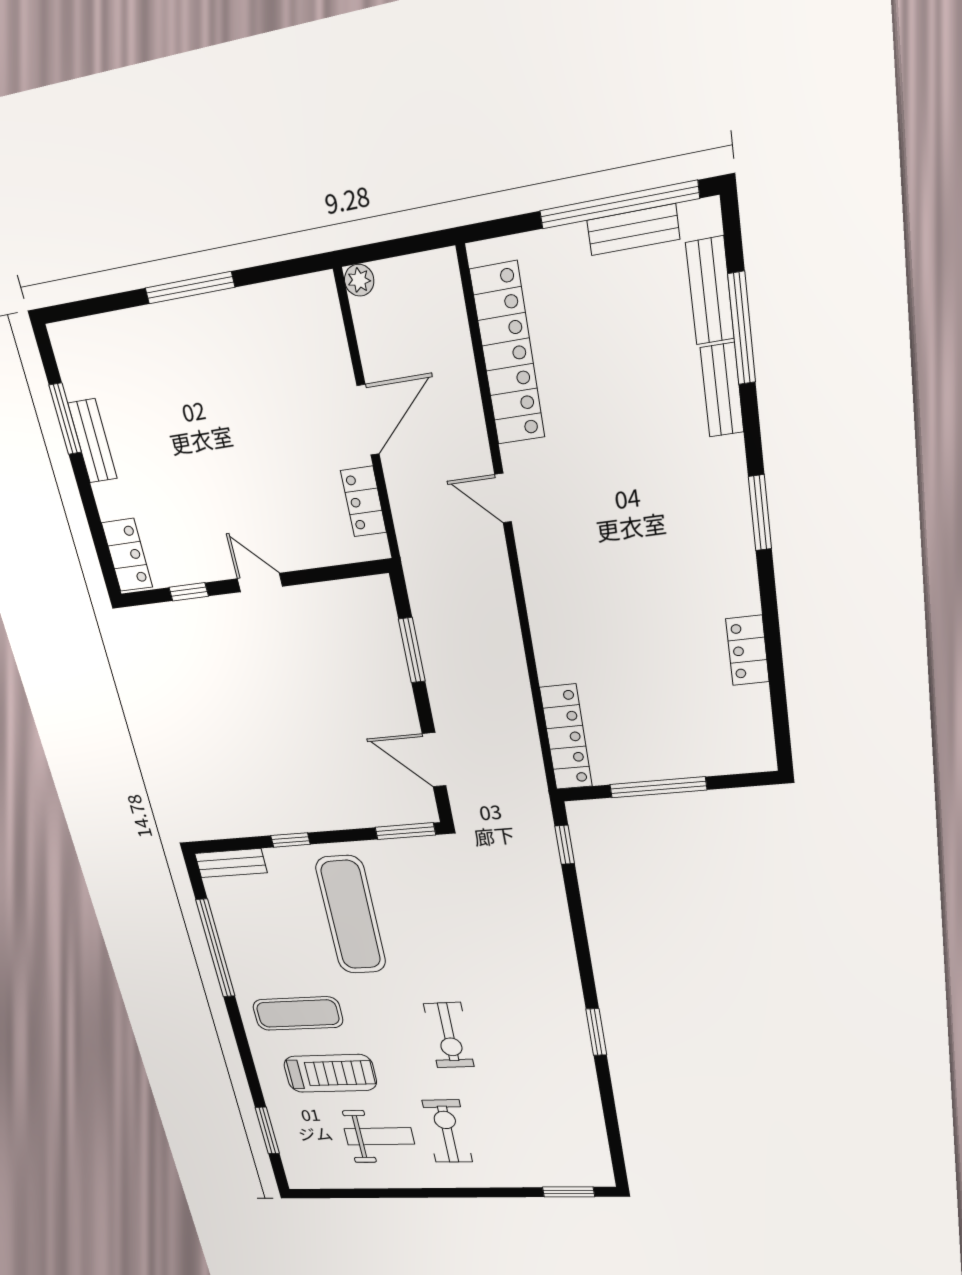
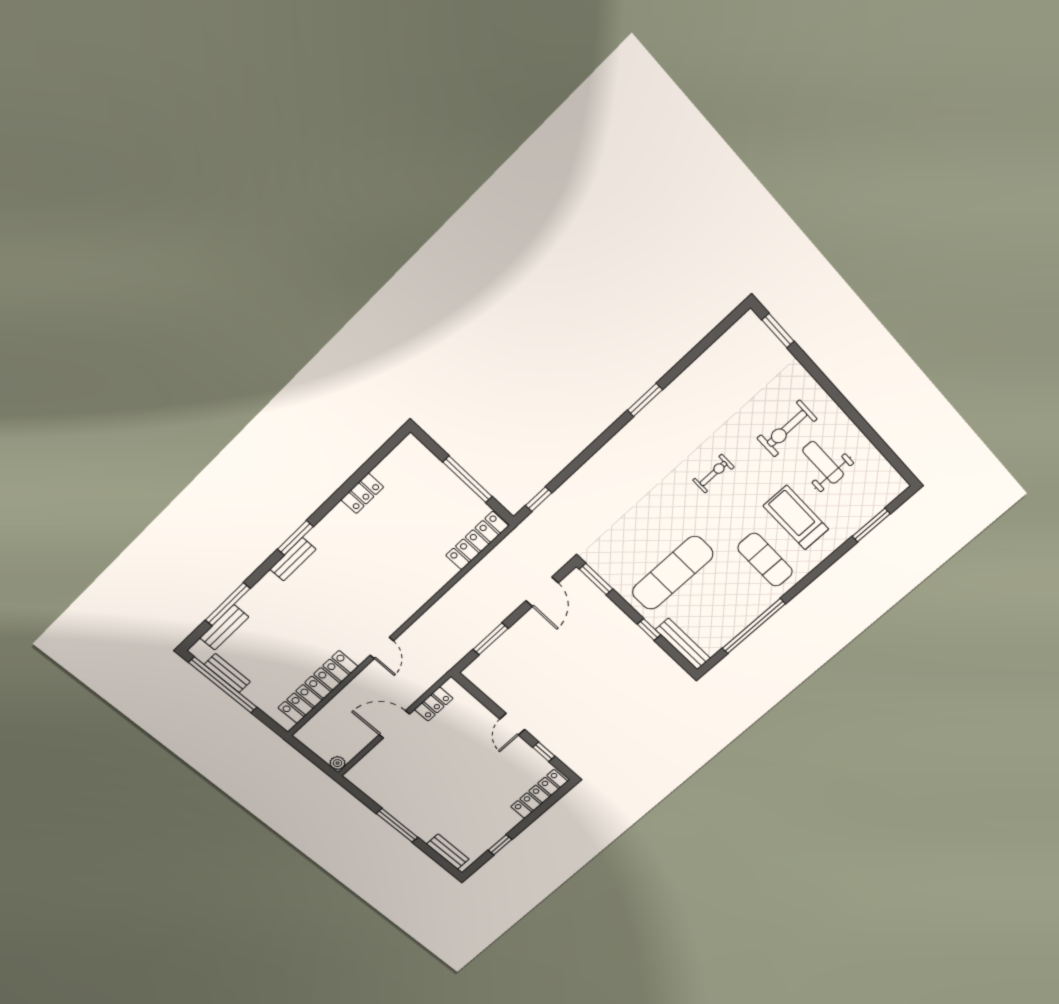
bench: (722, 390) -> (293, 559), moved
window: (65, 419) -> (500, 845), width x0.67
bench: (92, 441) -> (448, 852), moved, turned 90
locker: (127, 555) -> (539, 794), width x1.53
bench: (231, 863) -> (683, 644), width x1.36
exercise bike: (449, 1035) -> (713, 474), width x0.73, depth x0.72

